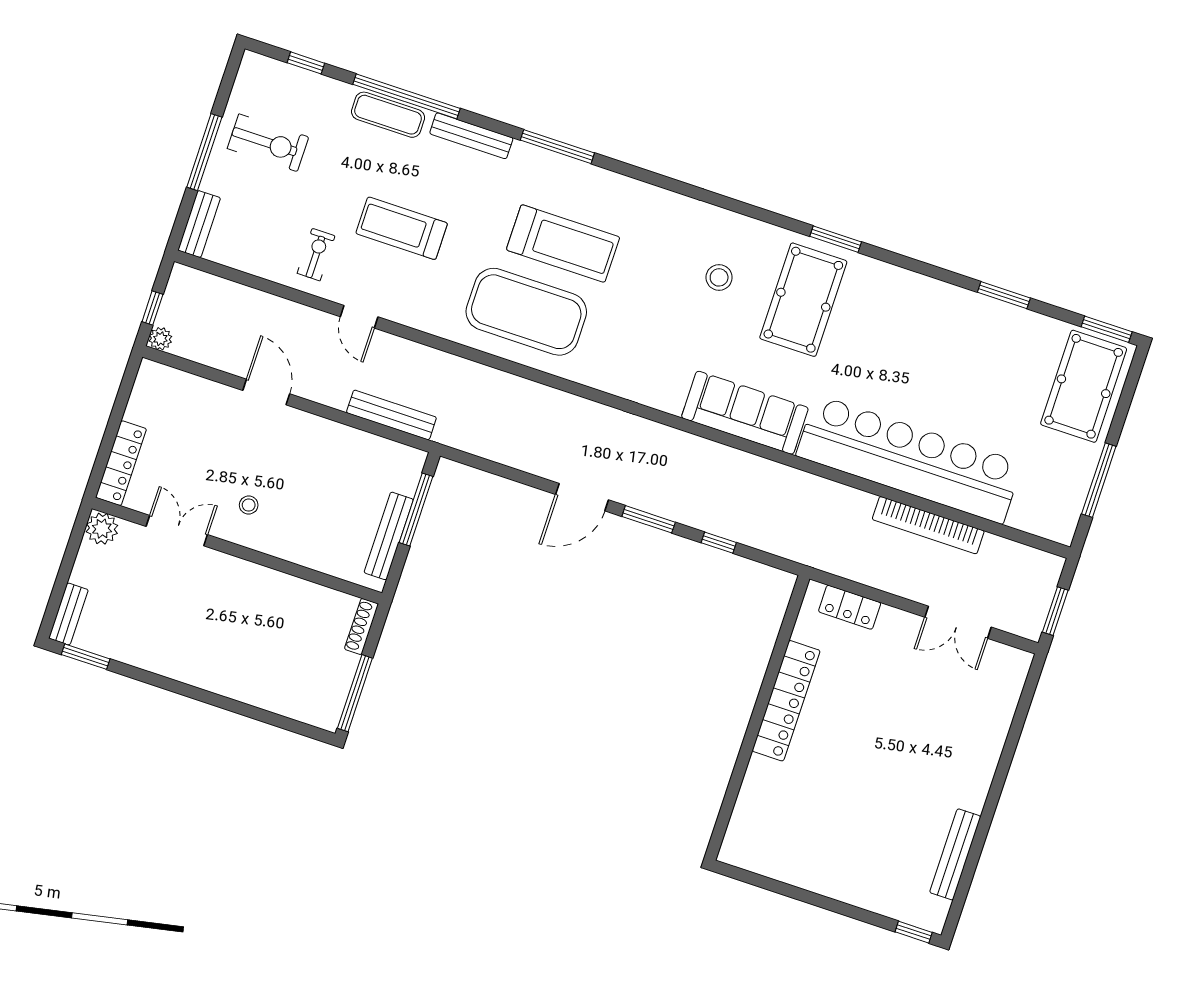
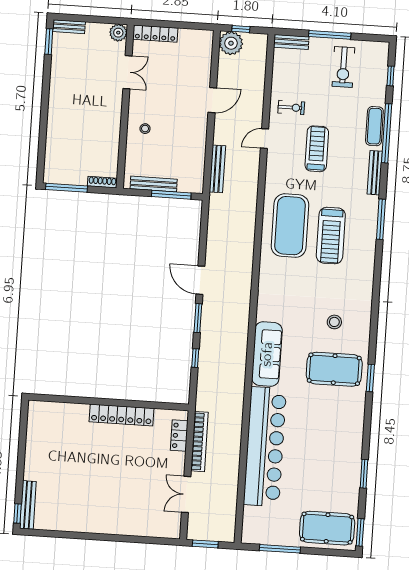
plant: (160, 339) -> (231, 43), width x1.87, depth x1.87
stool: (249, 505) -> (145, 129), moved
bookcase: (928, 525) -> (199, 442), moved, turned 180
bench: (955, 854) -> (28, 505), moved, turned 90

